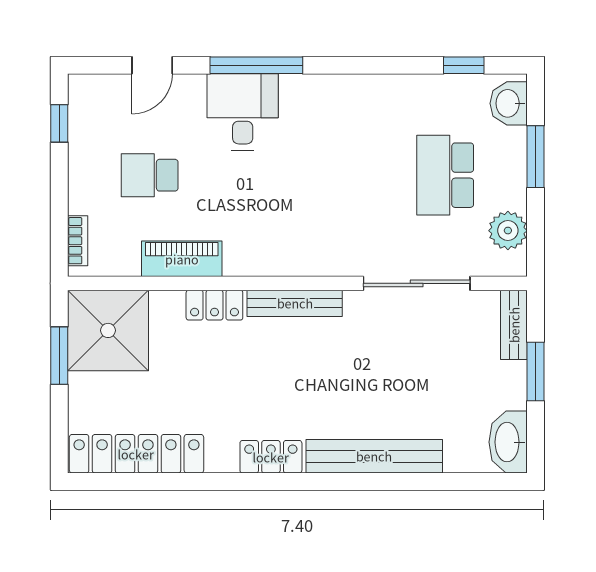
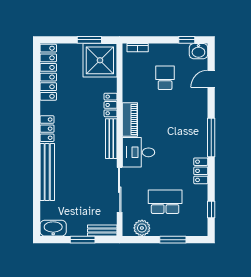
door: (152, 65) -> (211, 79), hinge flipped
window: (256, 65) -> (211, 137), moved
locker: (372, 90) -> (201, 171), added
washbasin: (509, 103) -> (198, 51), moved, turned 180
desk: (243, 112) -> (139, 152), moved, turned 180
piano: (182, 259) -> (130, 120), moved

